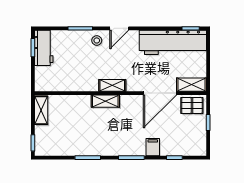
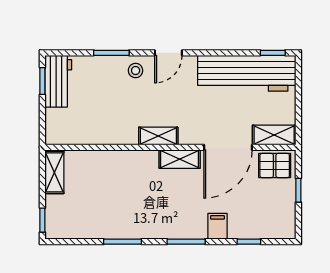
shelving: (105, 101) -> (180, 159), moved

